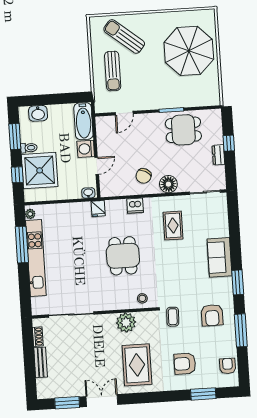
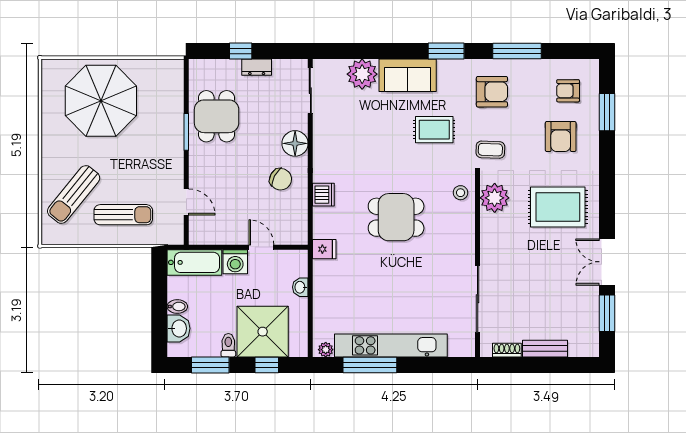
bidet: (53, 112) -> (177, 306), added
washbasin: (88, 193) -> (300, 287), moved
rug: (173, 226) -> (434, 130), moved
plant: (218, 227) -> (362, 74), added
plant: (126, 323) -> (495, 198), moved
armchair: (228, 366) -> (568, 91), moved

